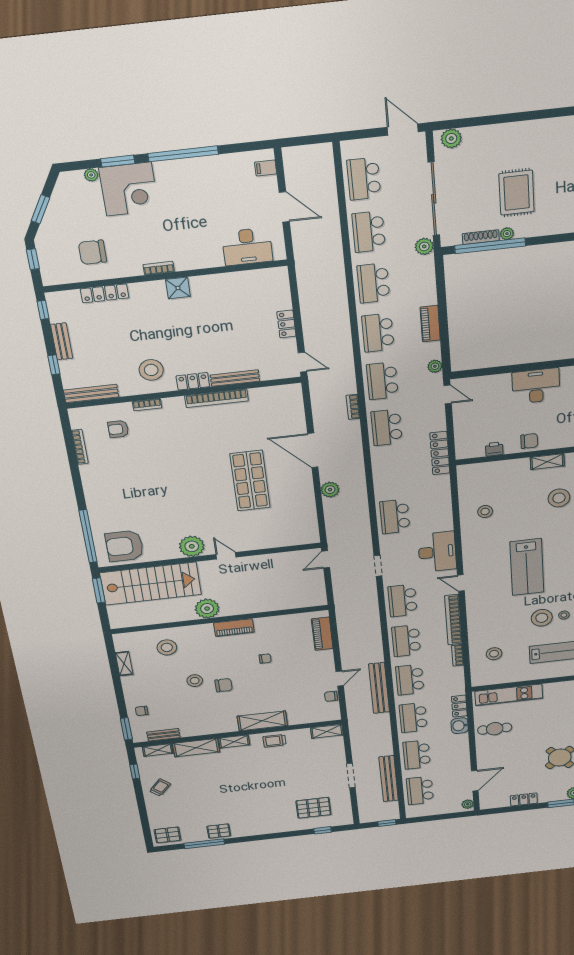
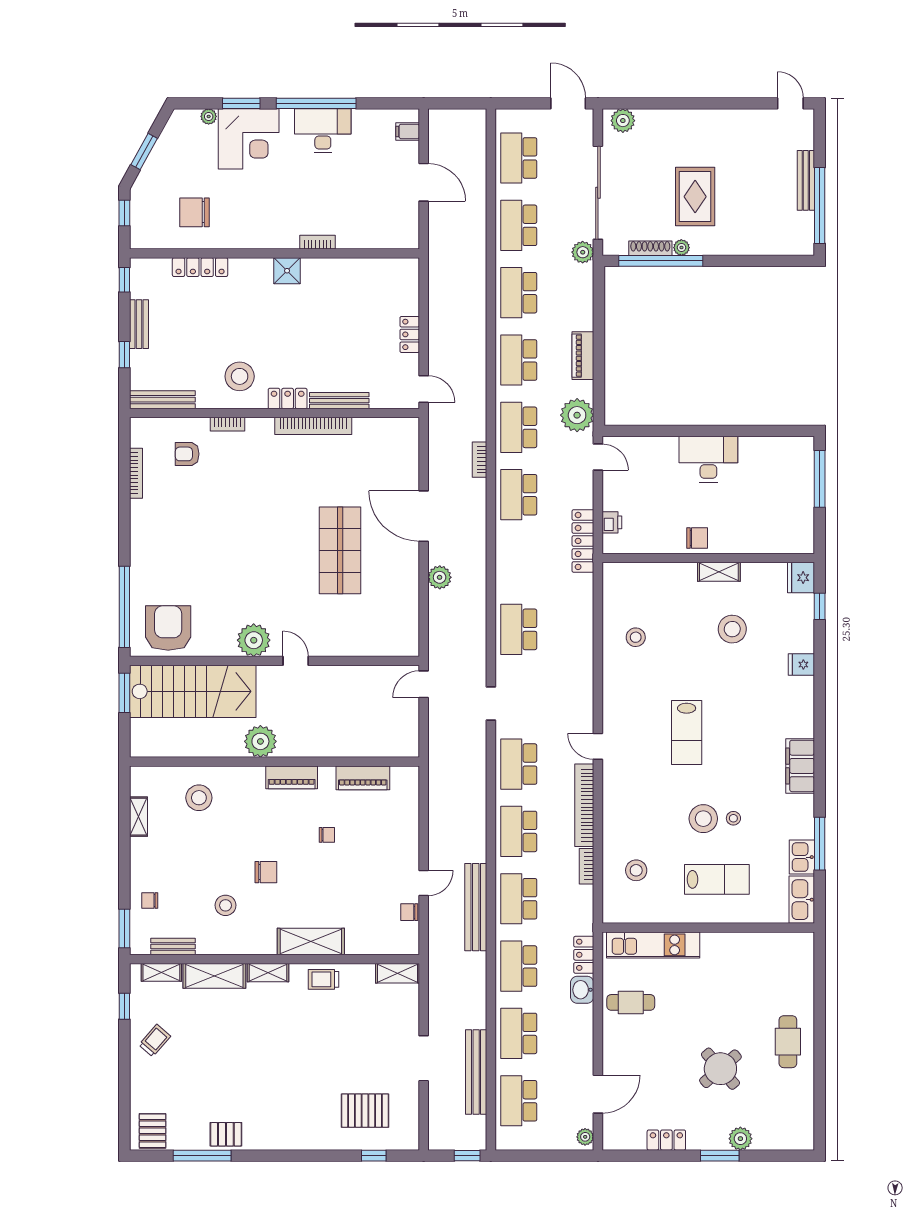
desk: (247, 247) -> (323, 131), moved, turned 180
bookcase: (159, 268) -> (317, 242), moved
plant: (435, 366) -> (577, 415), width x1.87, depth x1.87
printer: (494, 449) -> (612, 522), moved, turned 90
armchair: (125, 546) -> (168, 628), turned 90
desk: (437, 552) -> (570, 692), removed
lab bench: (527, 567) -> (687, 733), width x0.73, depth x0.72
piano: (322, 634) -> (363, 778), moved, turned -90
stool: (195, 681) -> (226, 905), moved
pallet: (168, 835) -> (153, 1131), turned 90

